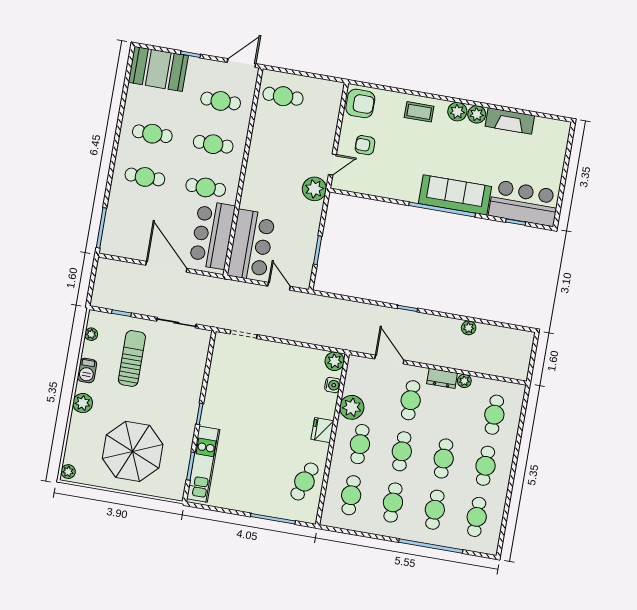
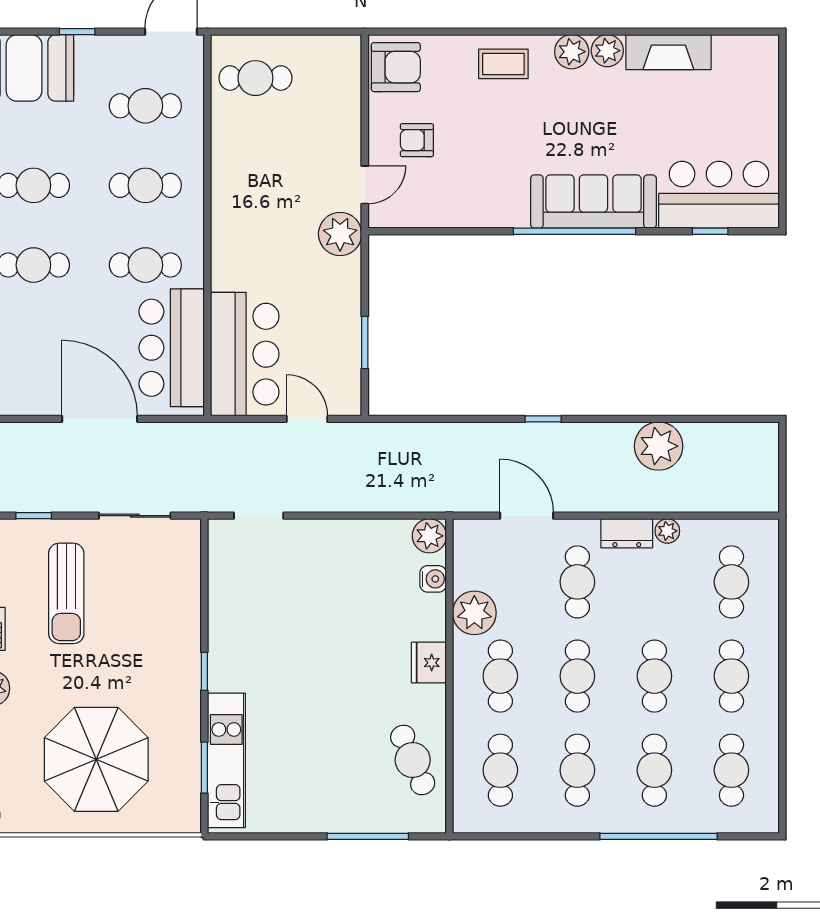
plant: (469, 328) -> (659, 446), width x1.87, depth x1.87
sun lounger: (132, 358) -> (66, 593), turned 180
cafe table: (304, 481) -> (413, 760), turned -42

